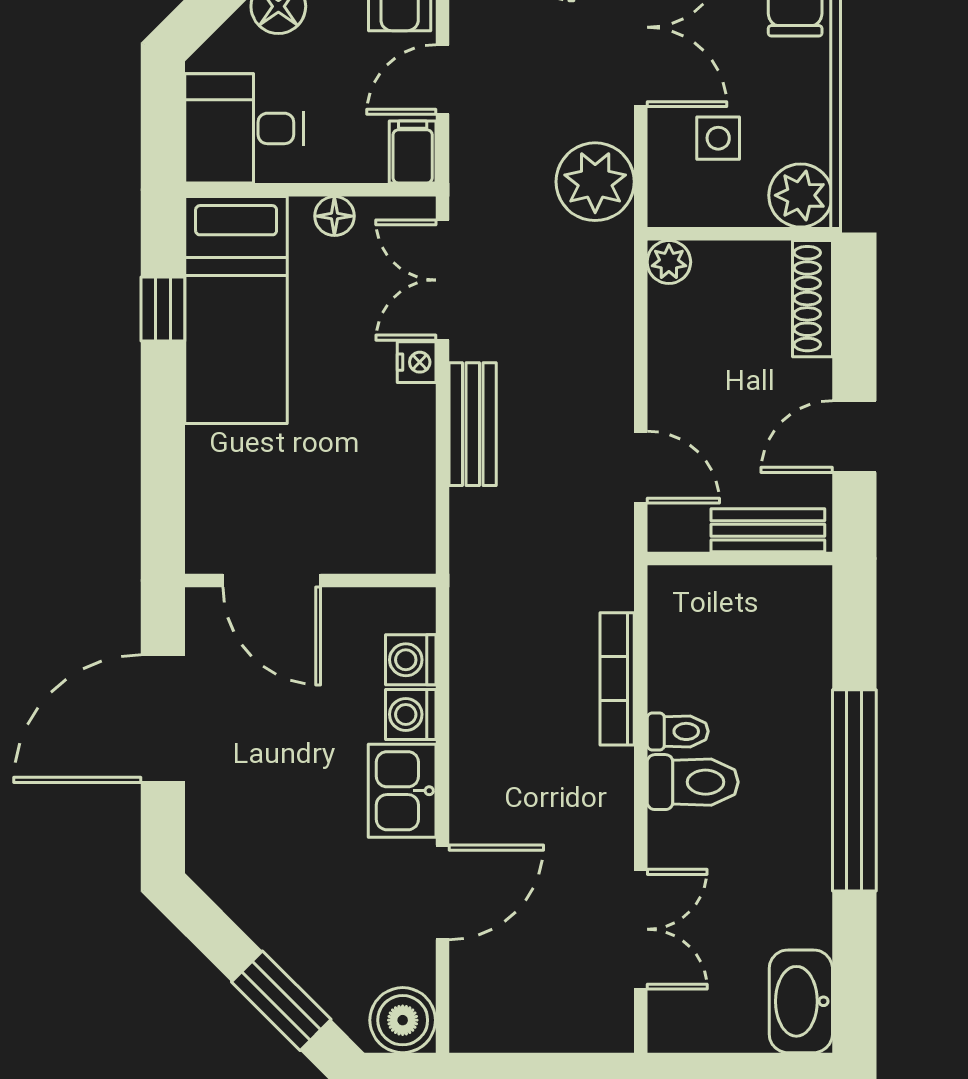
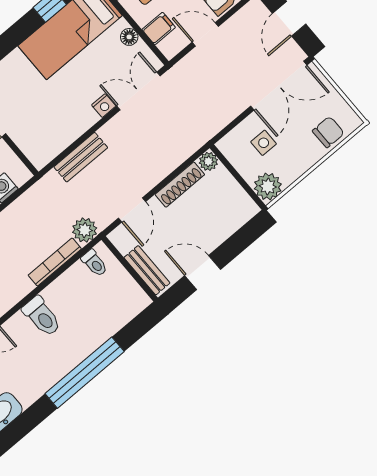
filing cabinet: (413, 152) -> (159, 28), moved
plant: (595, 182) -> (85, 230), moved, width x0.73, depth x0.73
shoe rack: (812, 299) -> (180, 185), moved, turned 180
bench: (473, 424) -> (81, 157), moved
toilet: (678, 731) -> (94, 263), moved

